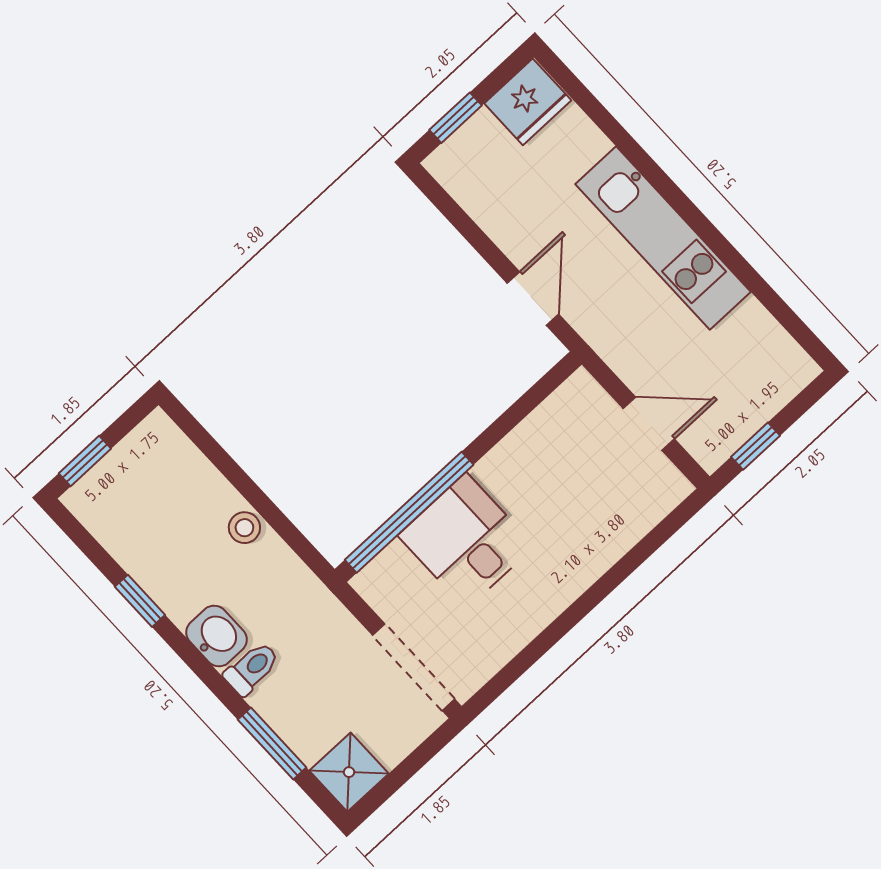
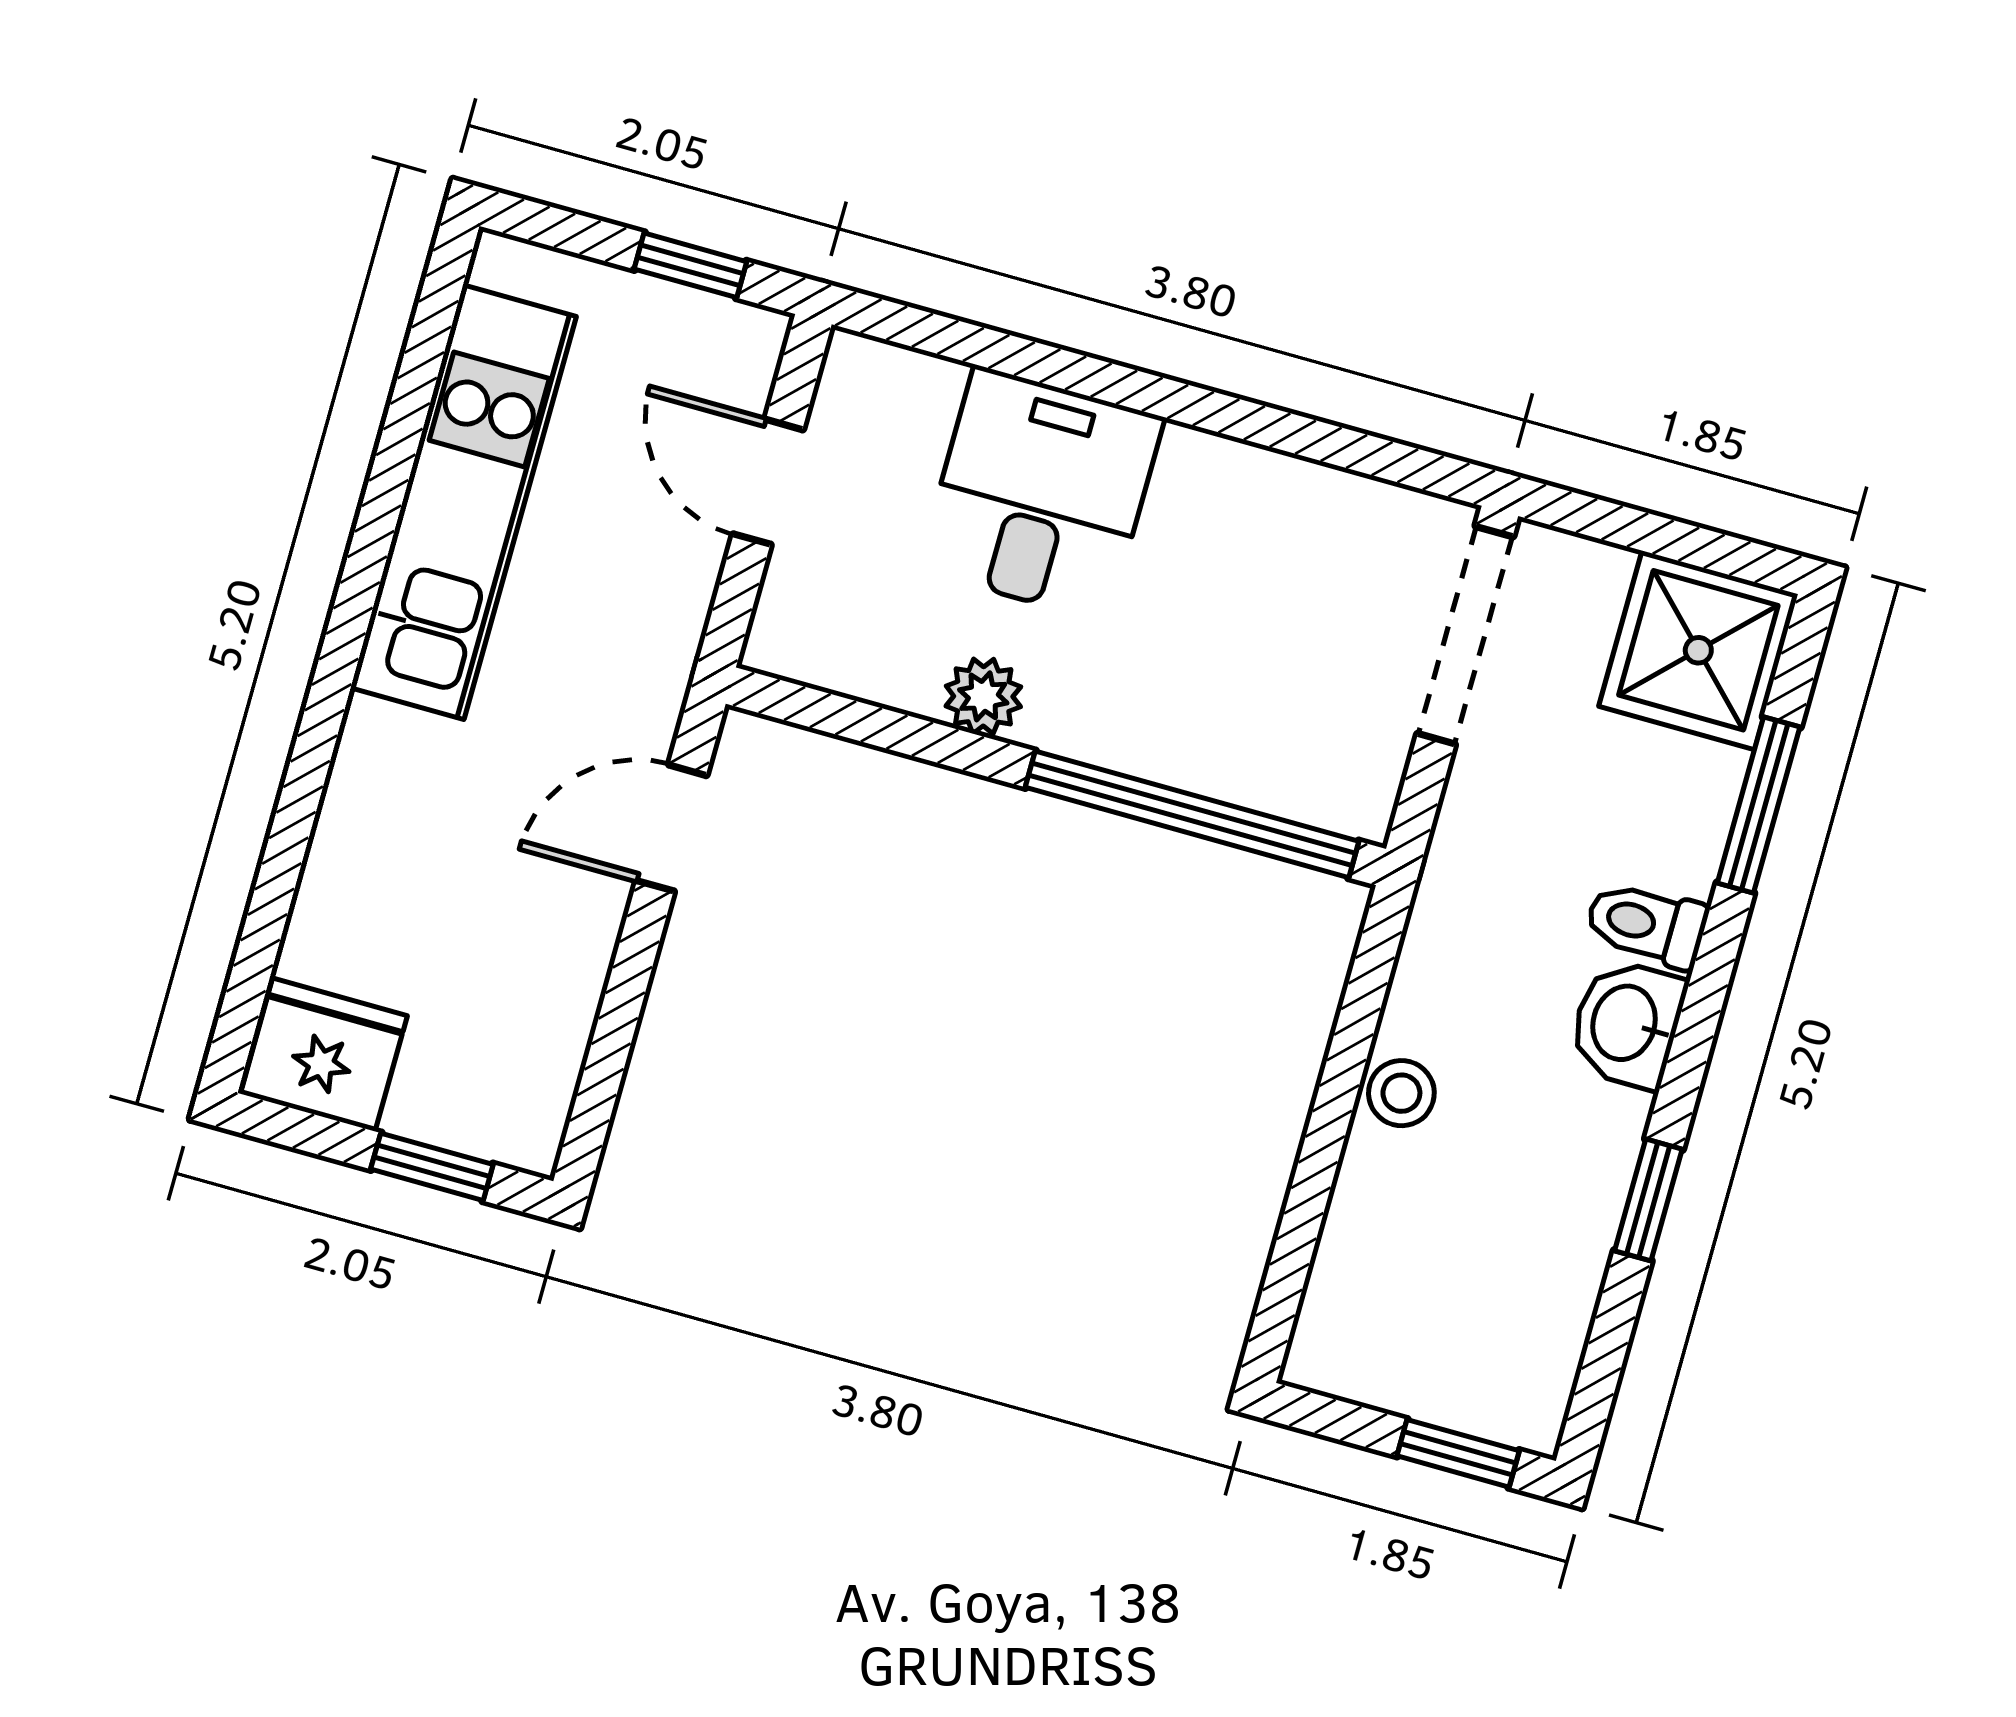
kitchen unit: (663, 238) -> (463, 502), moved
plant: (509, 457) -> (983, 696), added
desk: (466, 541) -> (1041, 494), moved, turned 180
shower: (349, 772) -> (1698, 650), width x1.36, depth x1.36

